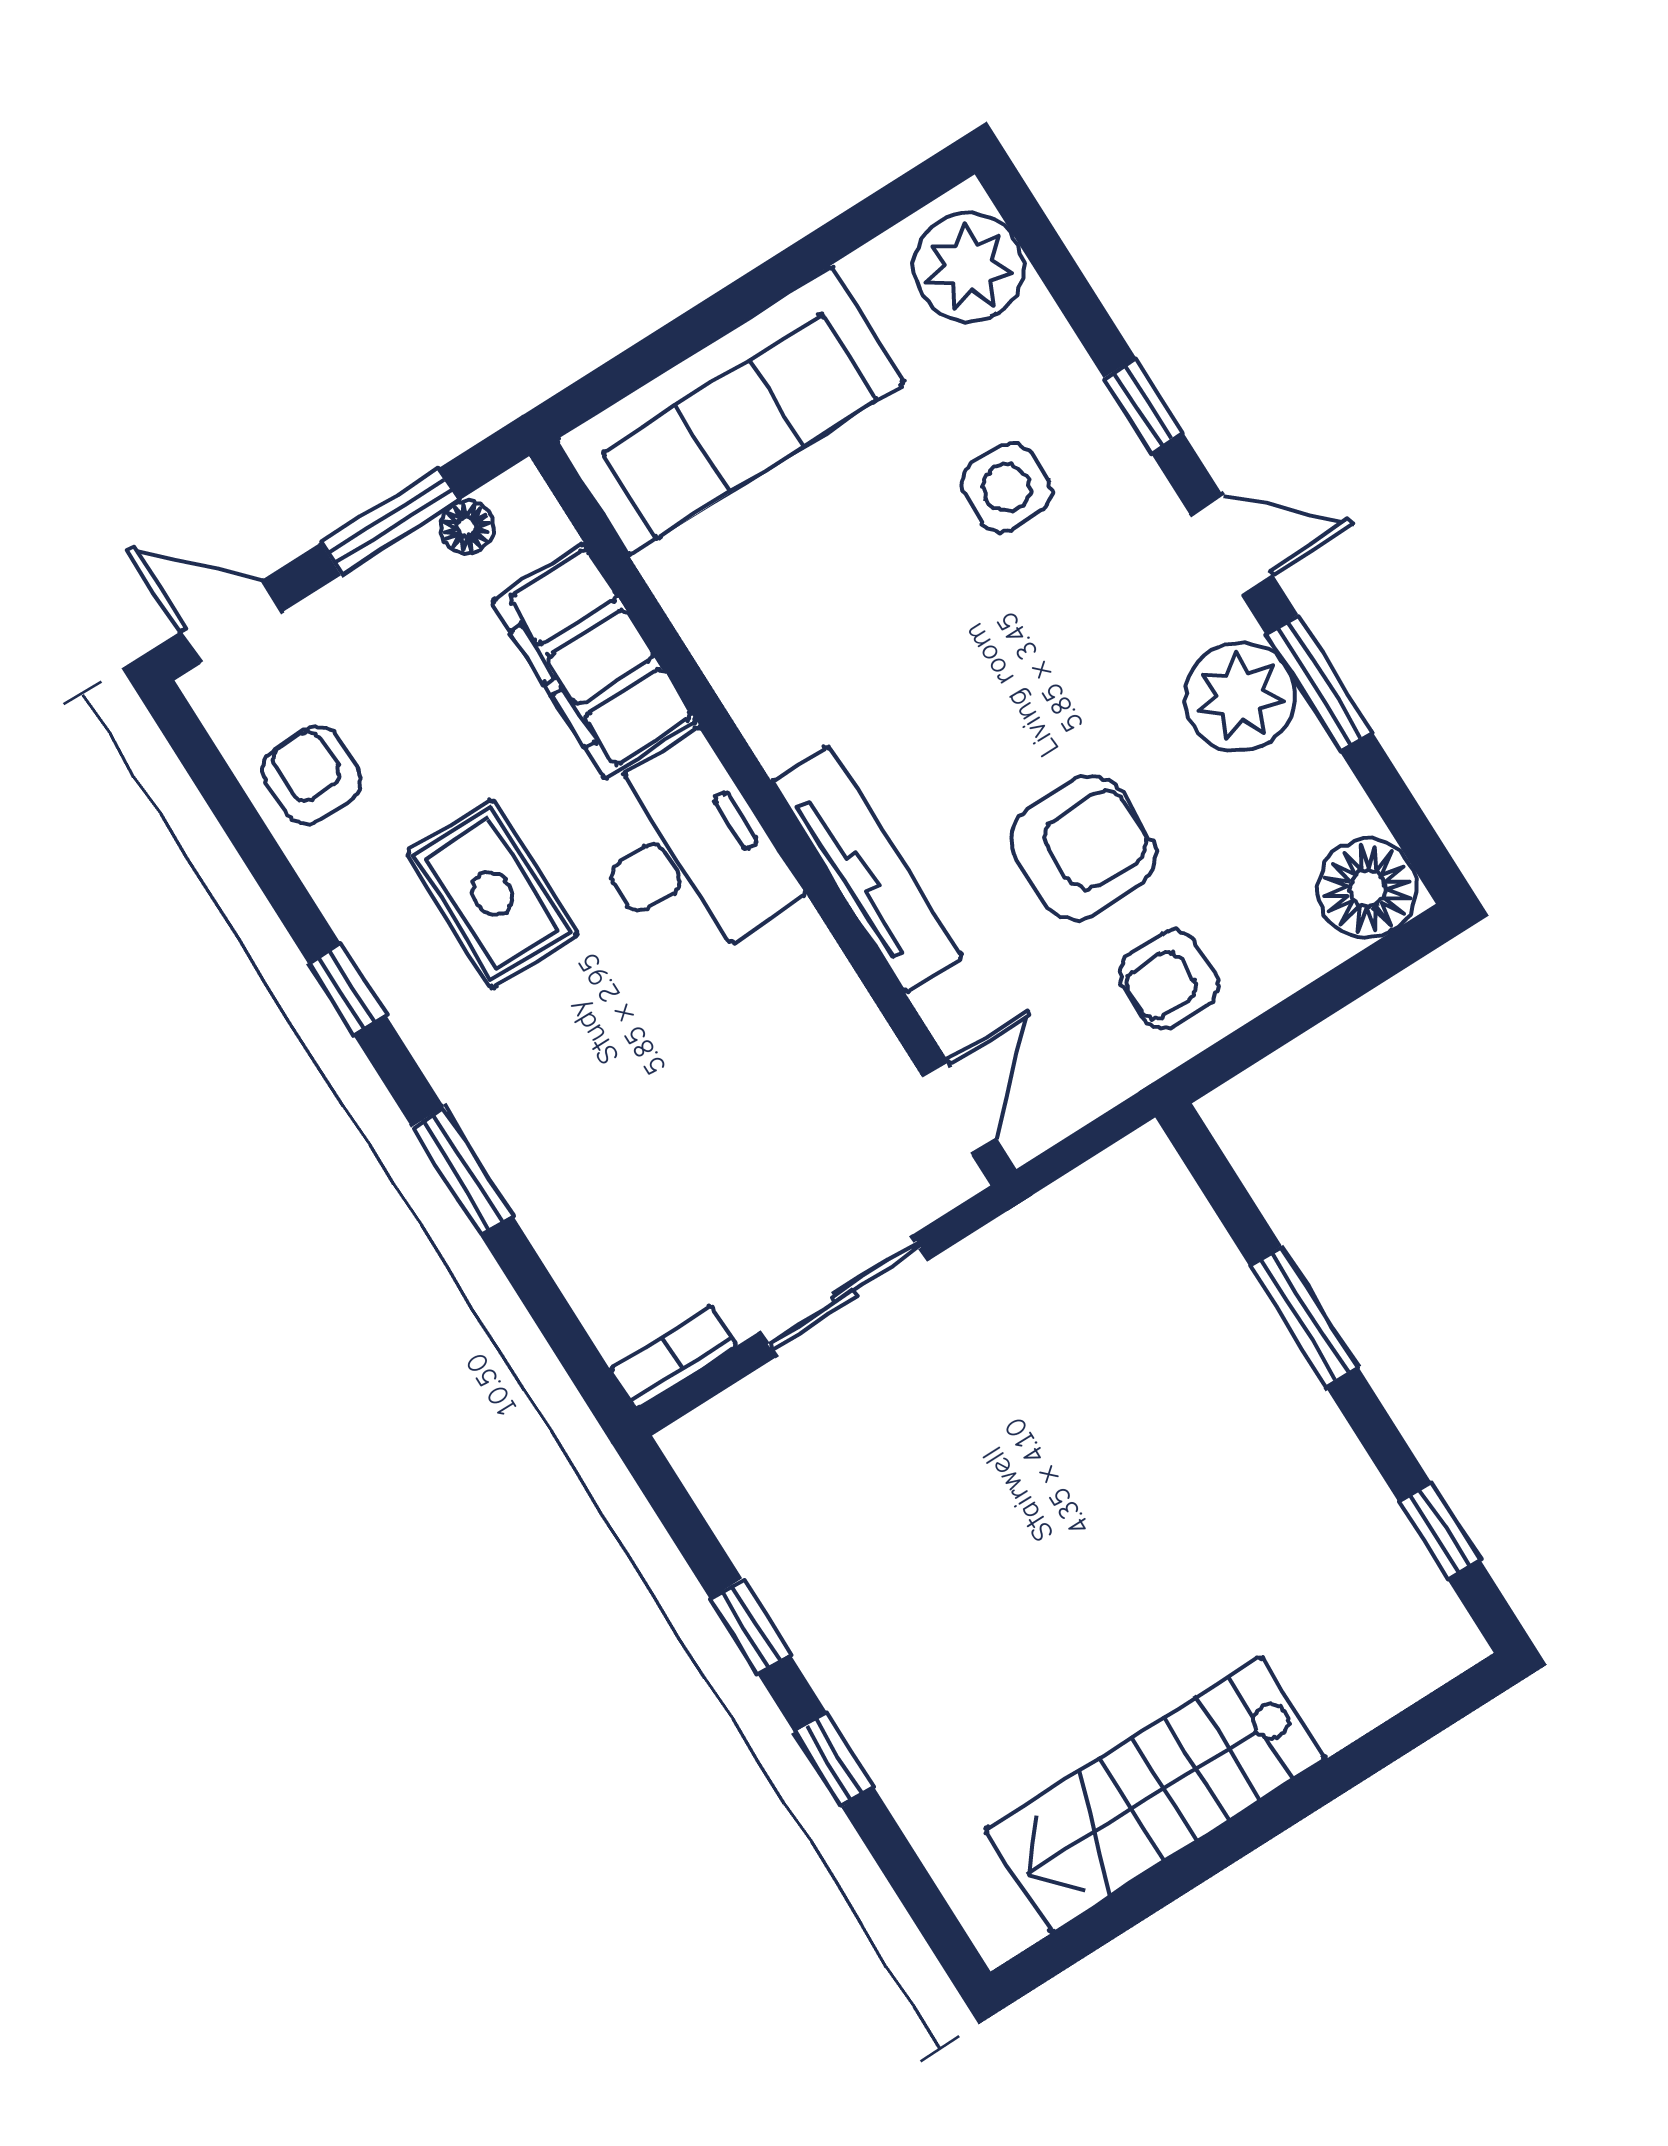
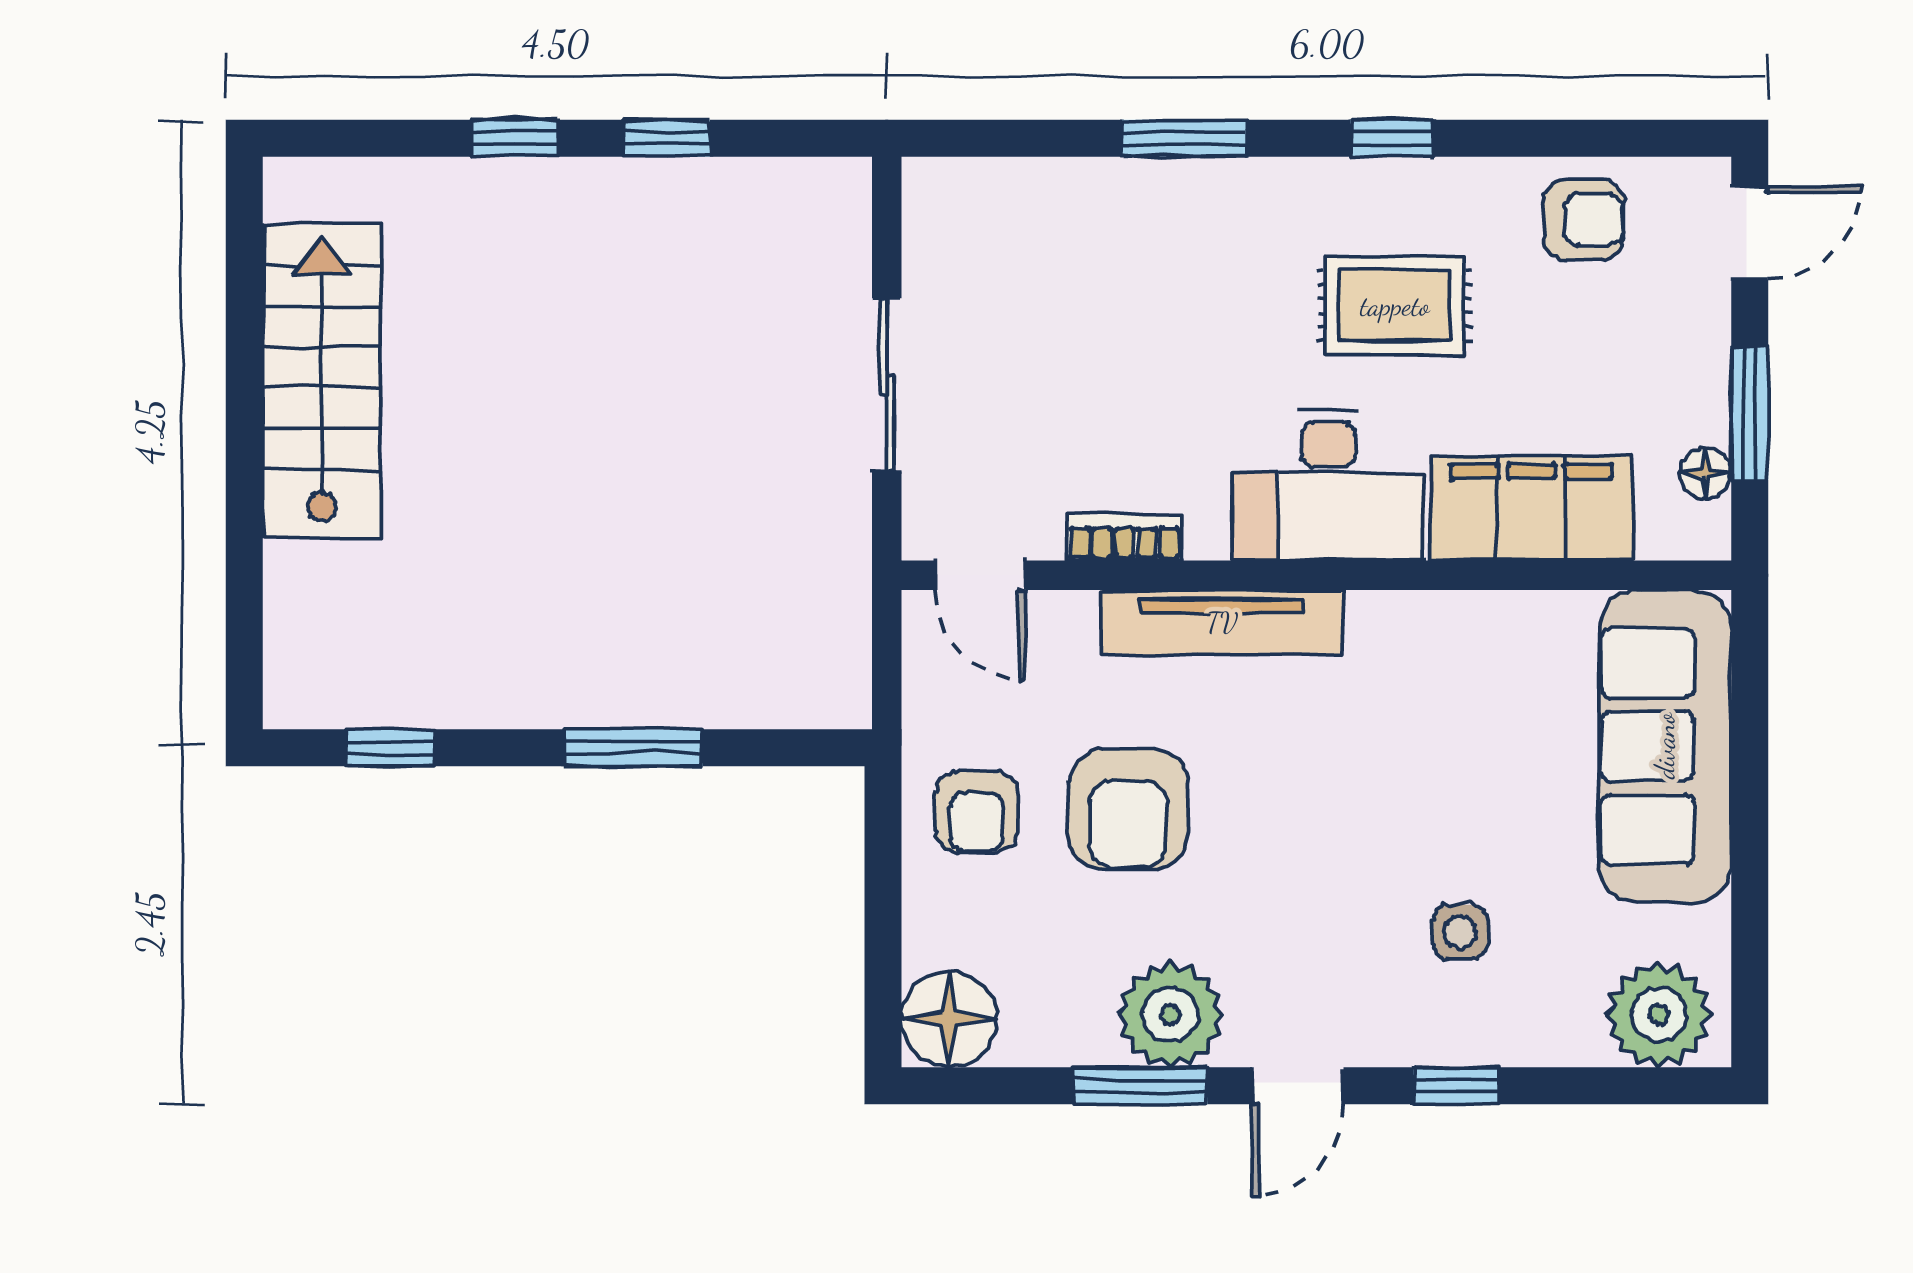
side table: (1007, 488) -> (1460, 932), width x0.73, depth x0.73
armchair: (1169, 979) -> (977, 812), turned 180
bookcase: (673, 1357) -> (1124, 537), moved, turned -90

